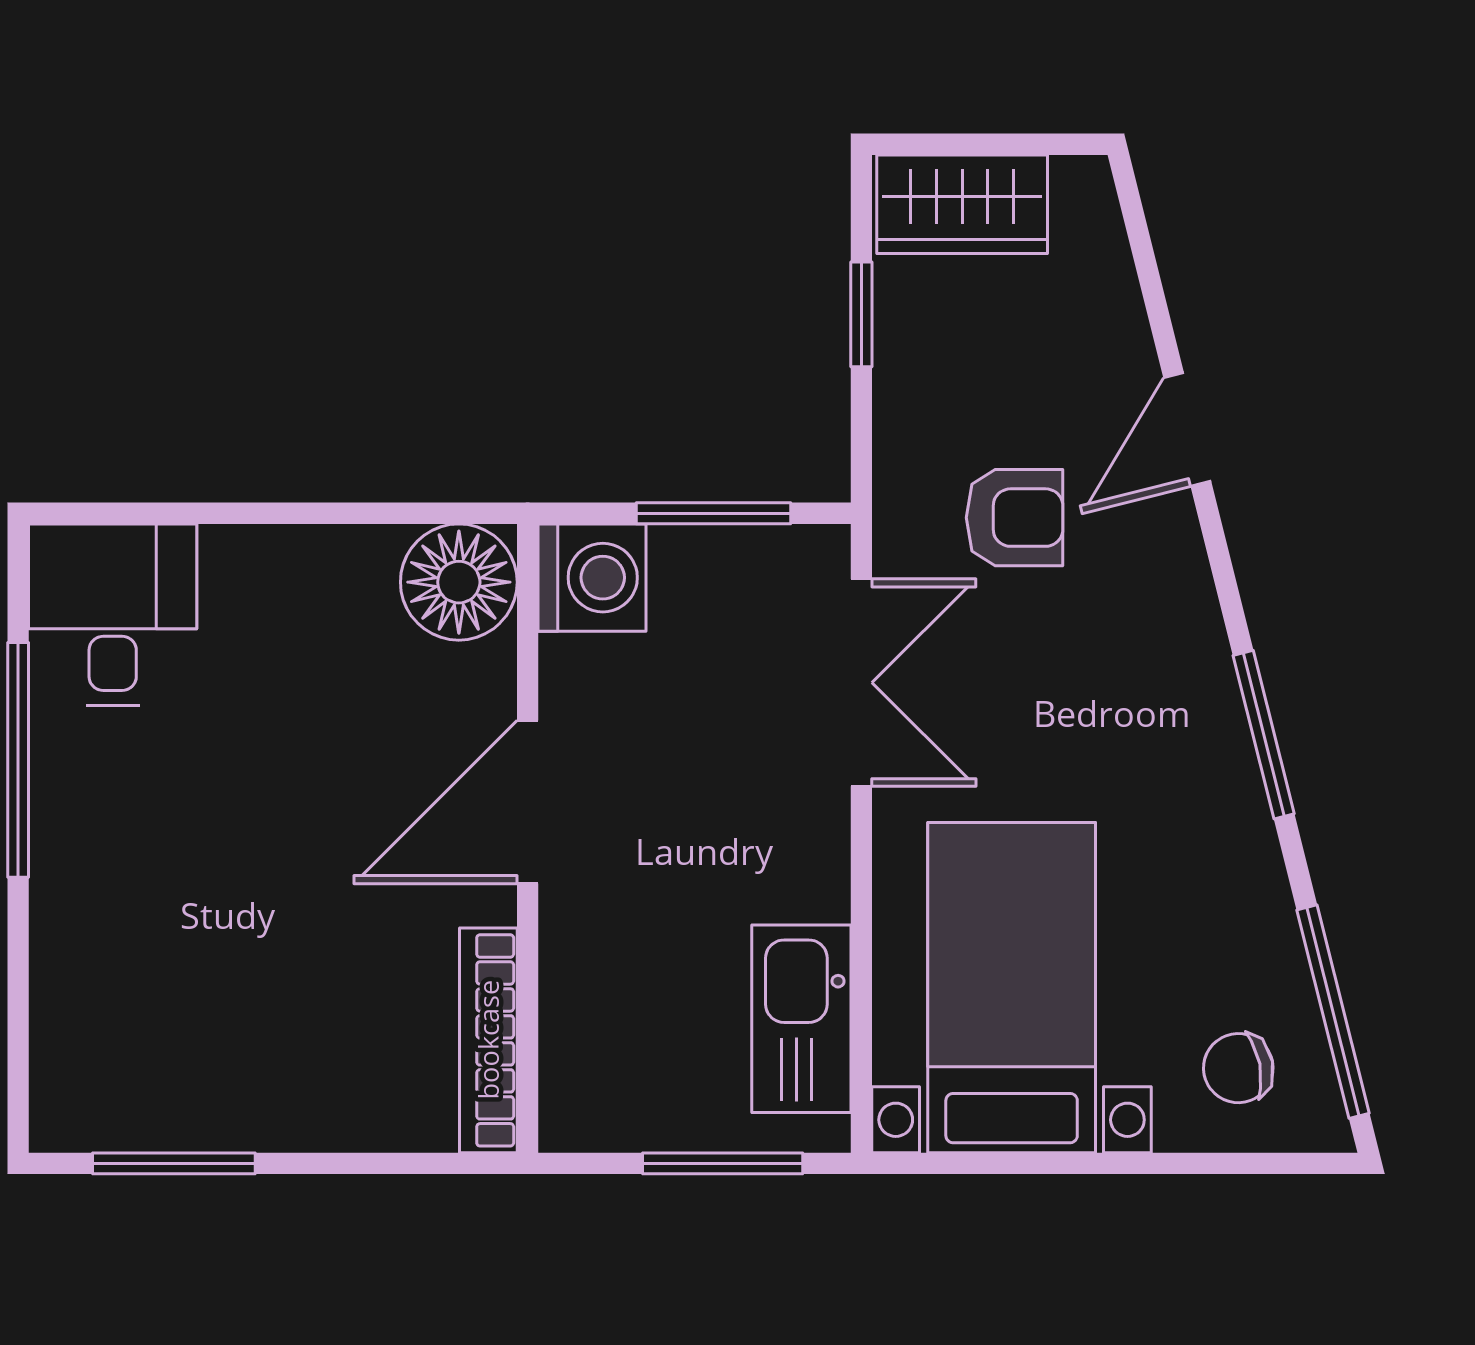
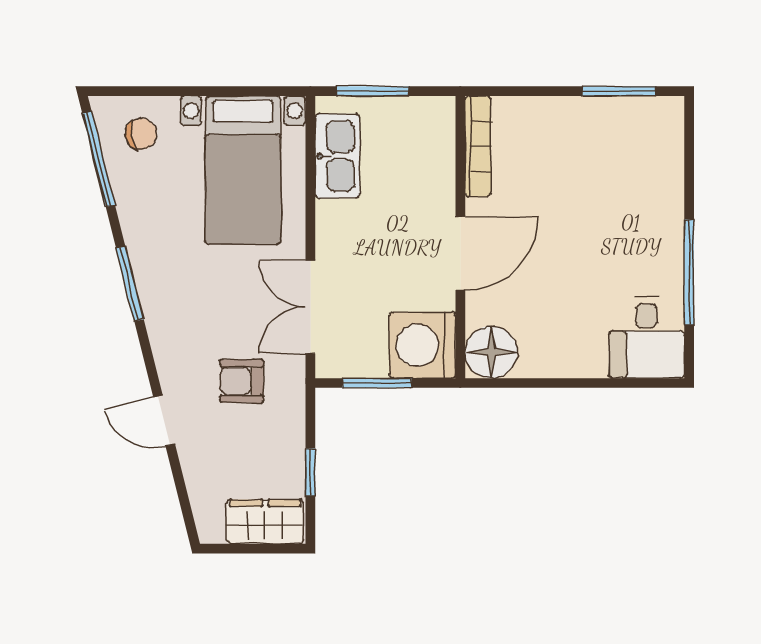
door: (1187, 429) -> (164, 421), swing flipped
washing machine: (592, 578) -> (422, 345), width x1.37, depth x1.37

